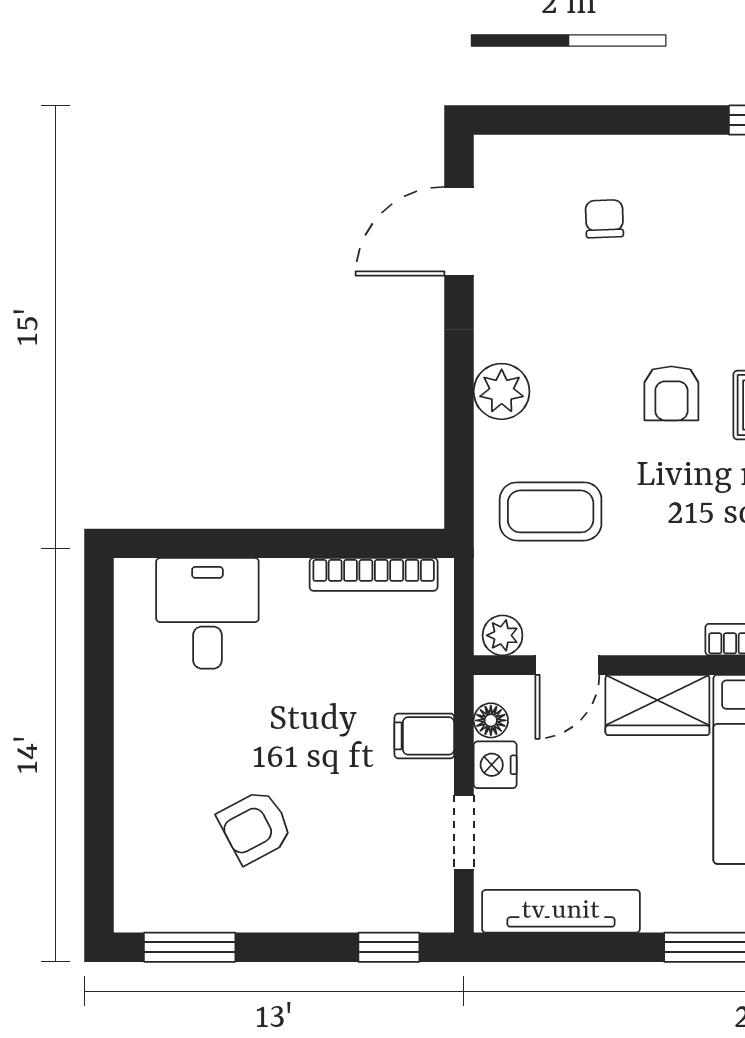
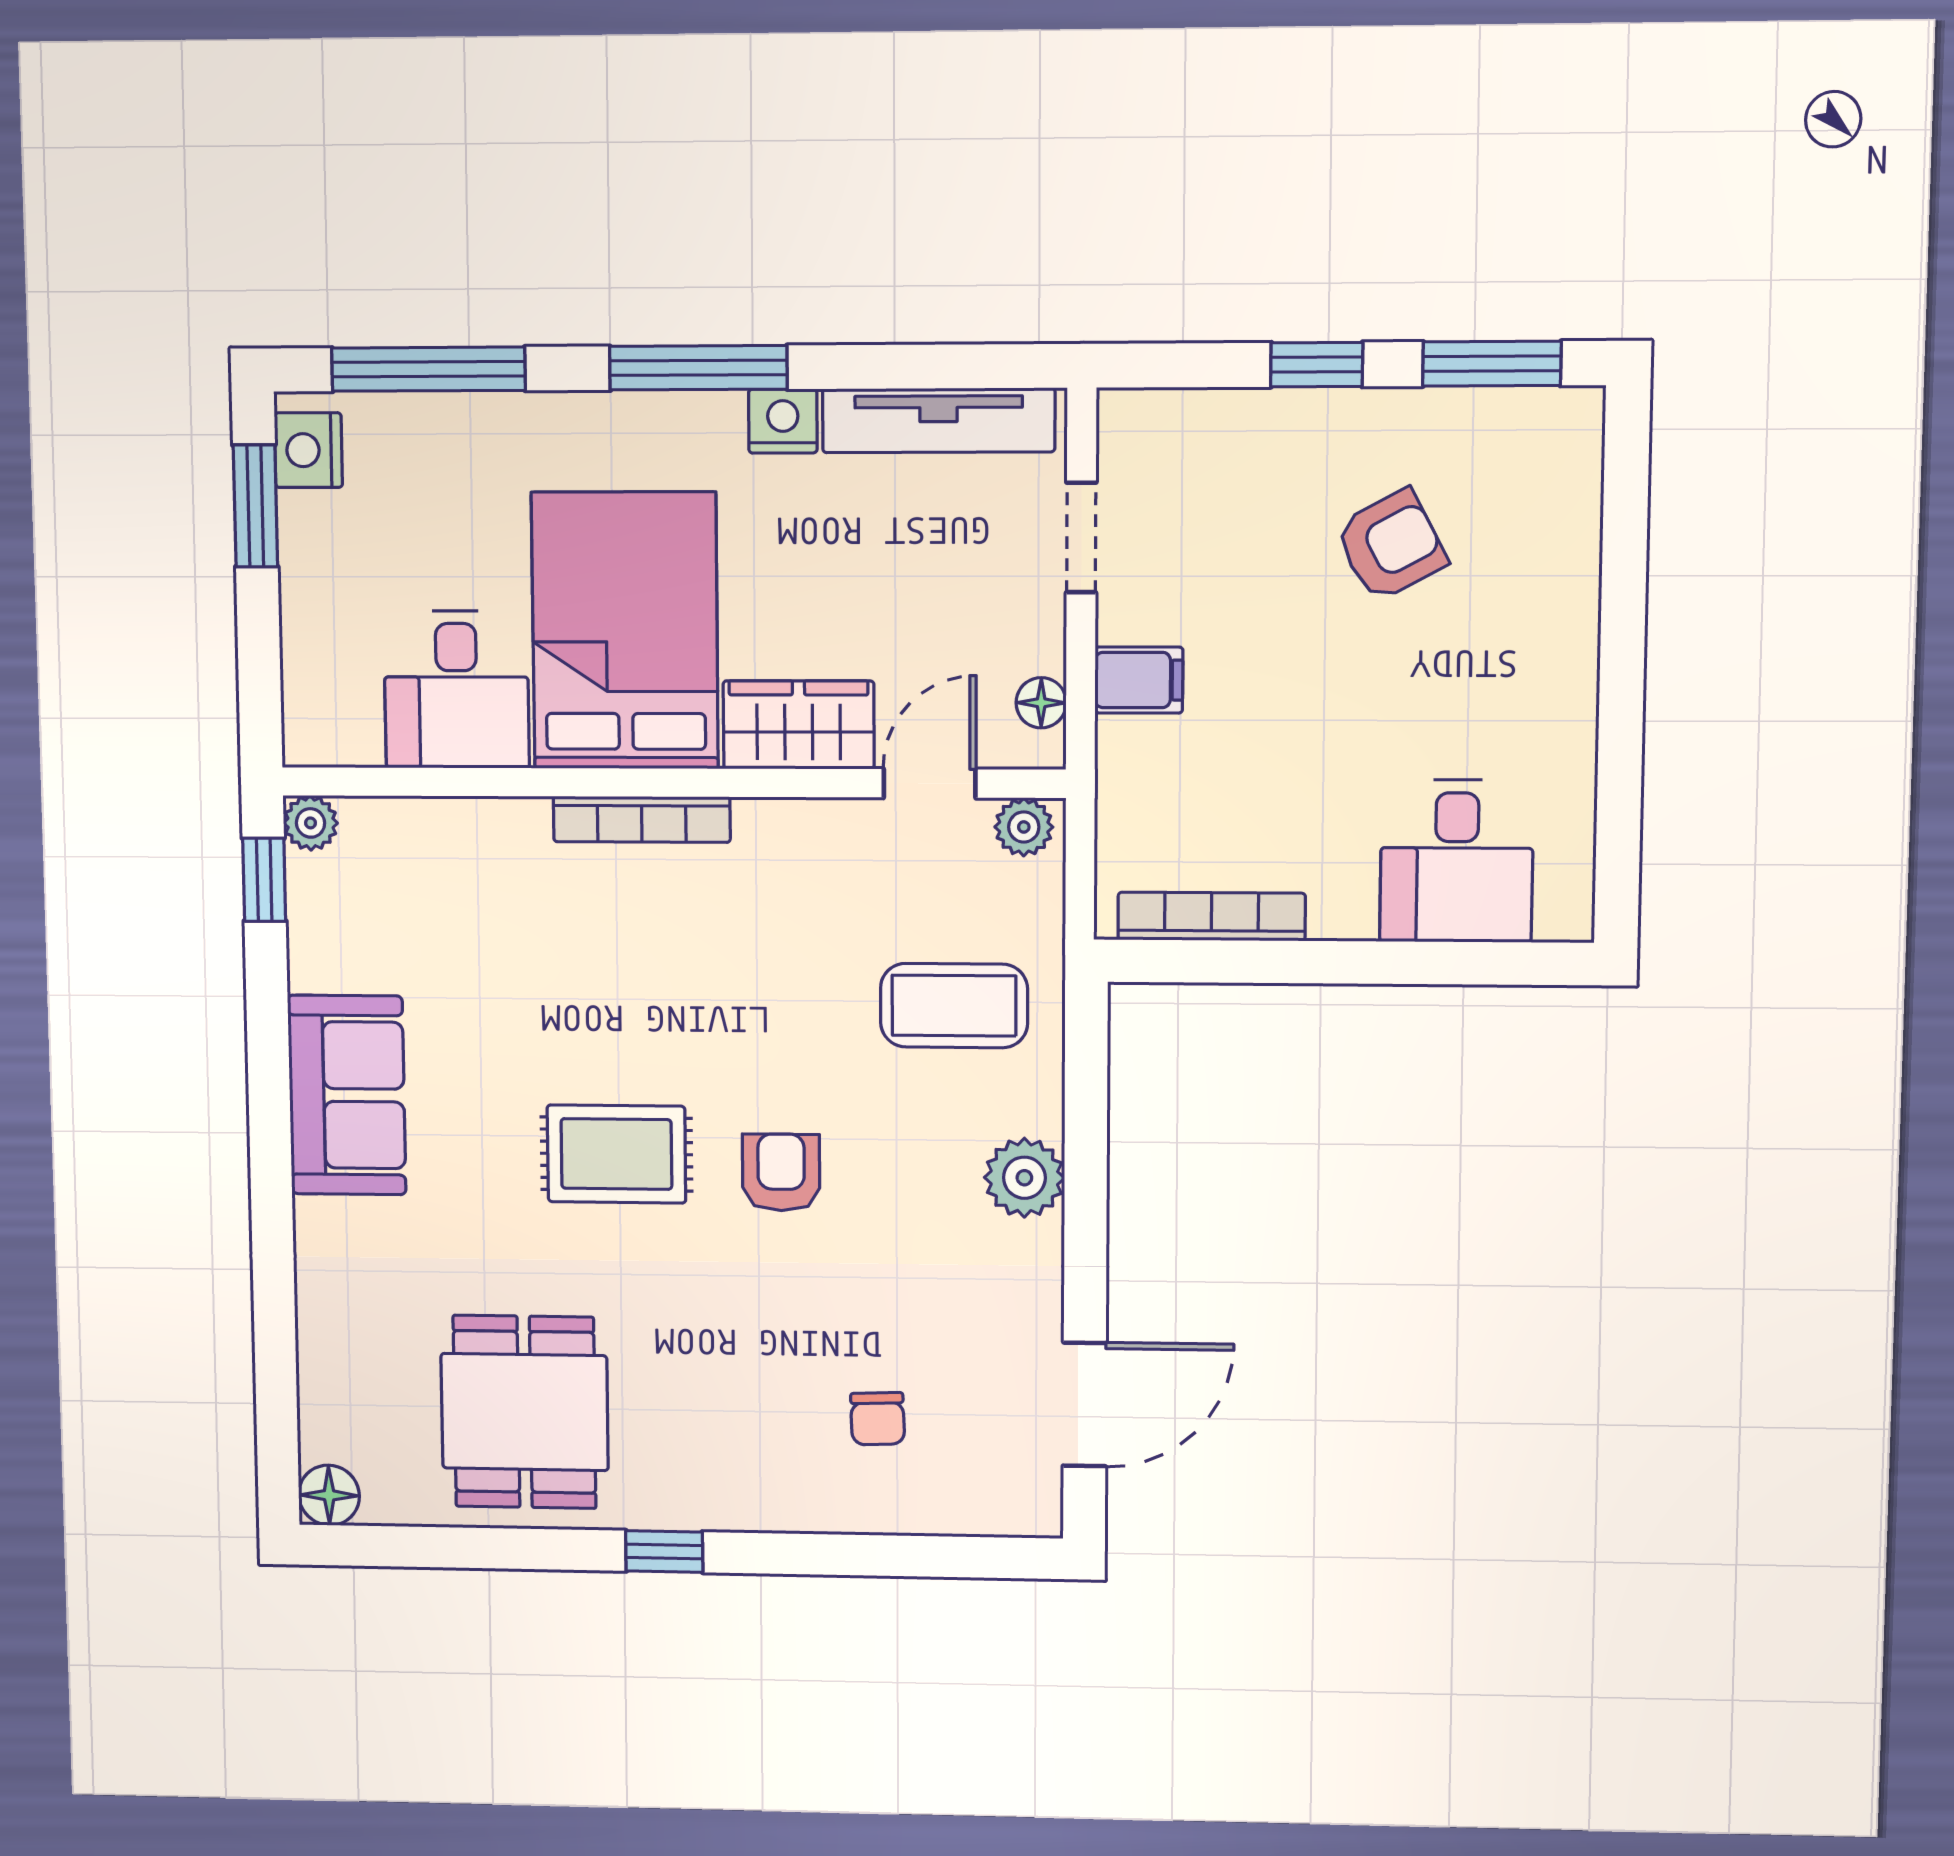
nightstand: (495, 765) -> (783, 421), moved, turned -90
window: (389, 947) -> (1317, 365), moved

